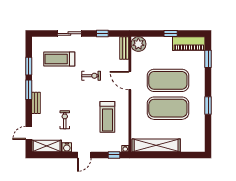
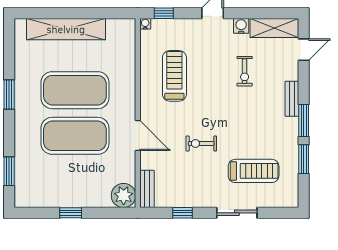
piano: (189, 44) -> (41, 196), removed
shelving: (156, 145) -> (66, 29), moved

